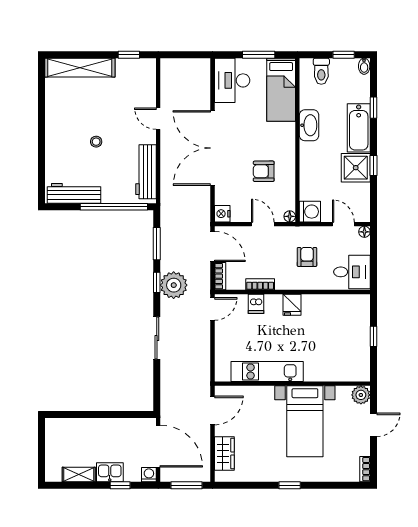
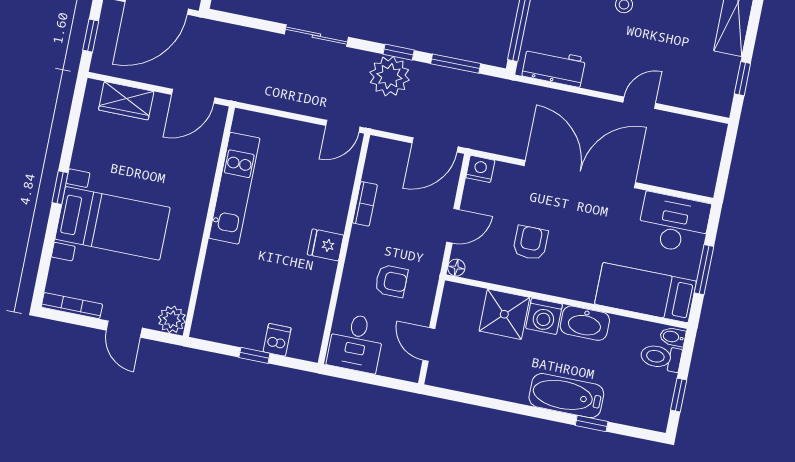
bidet: (364, 66) -> (673, 337), moved
window: (373, 166) -> (506, 406), removed
shower: (356, 168) -> (504, 314), moved
workbench: (146, 172) -> (554, 67), width x0.73
washing machine: (310, 212) -> (544, 316), moved
door: (343, 224) -> (429, 344), swing flipped
floor lamp: (364, 232) -> (411, 373), removed
bookcase: (220, 276) -> (389, 147), removed
dishwasher: (256, 304) -> (277, 340), moved, turned 90
door: (213, 309) -> (343, 126), hinge flipped
door: (213, 410) -> (193, 96), hinge flipped
bed with nightstands: (305, 421) -> (113, 223), moved, turned 180
bookcase: (365, 469) -> (72, 306), width x1.56
window: (187, 485) -> (91, 36), width x0.67

